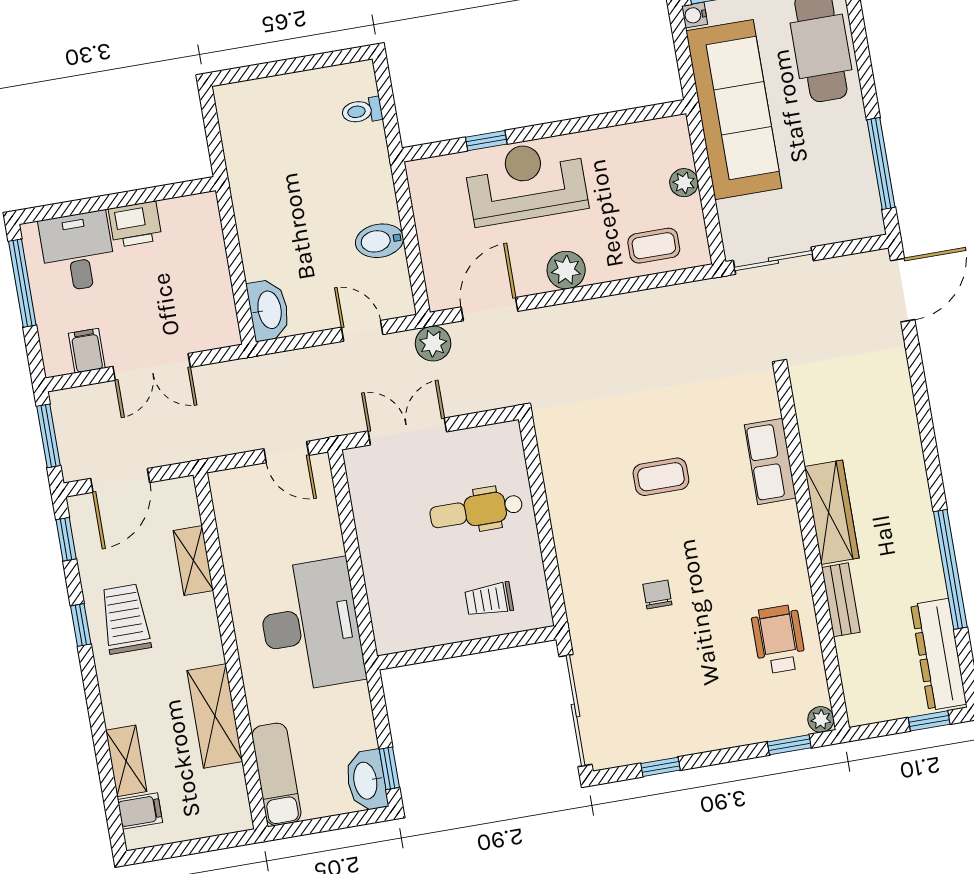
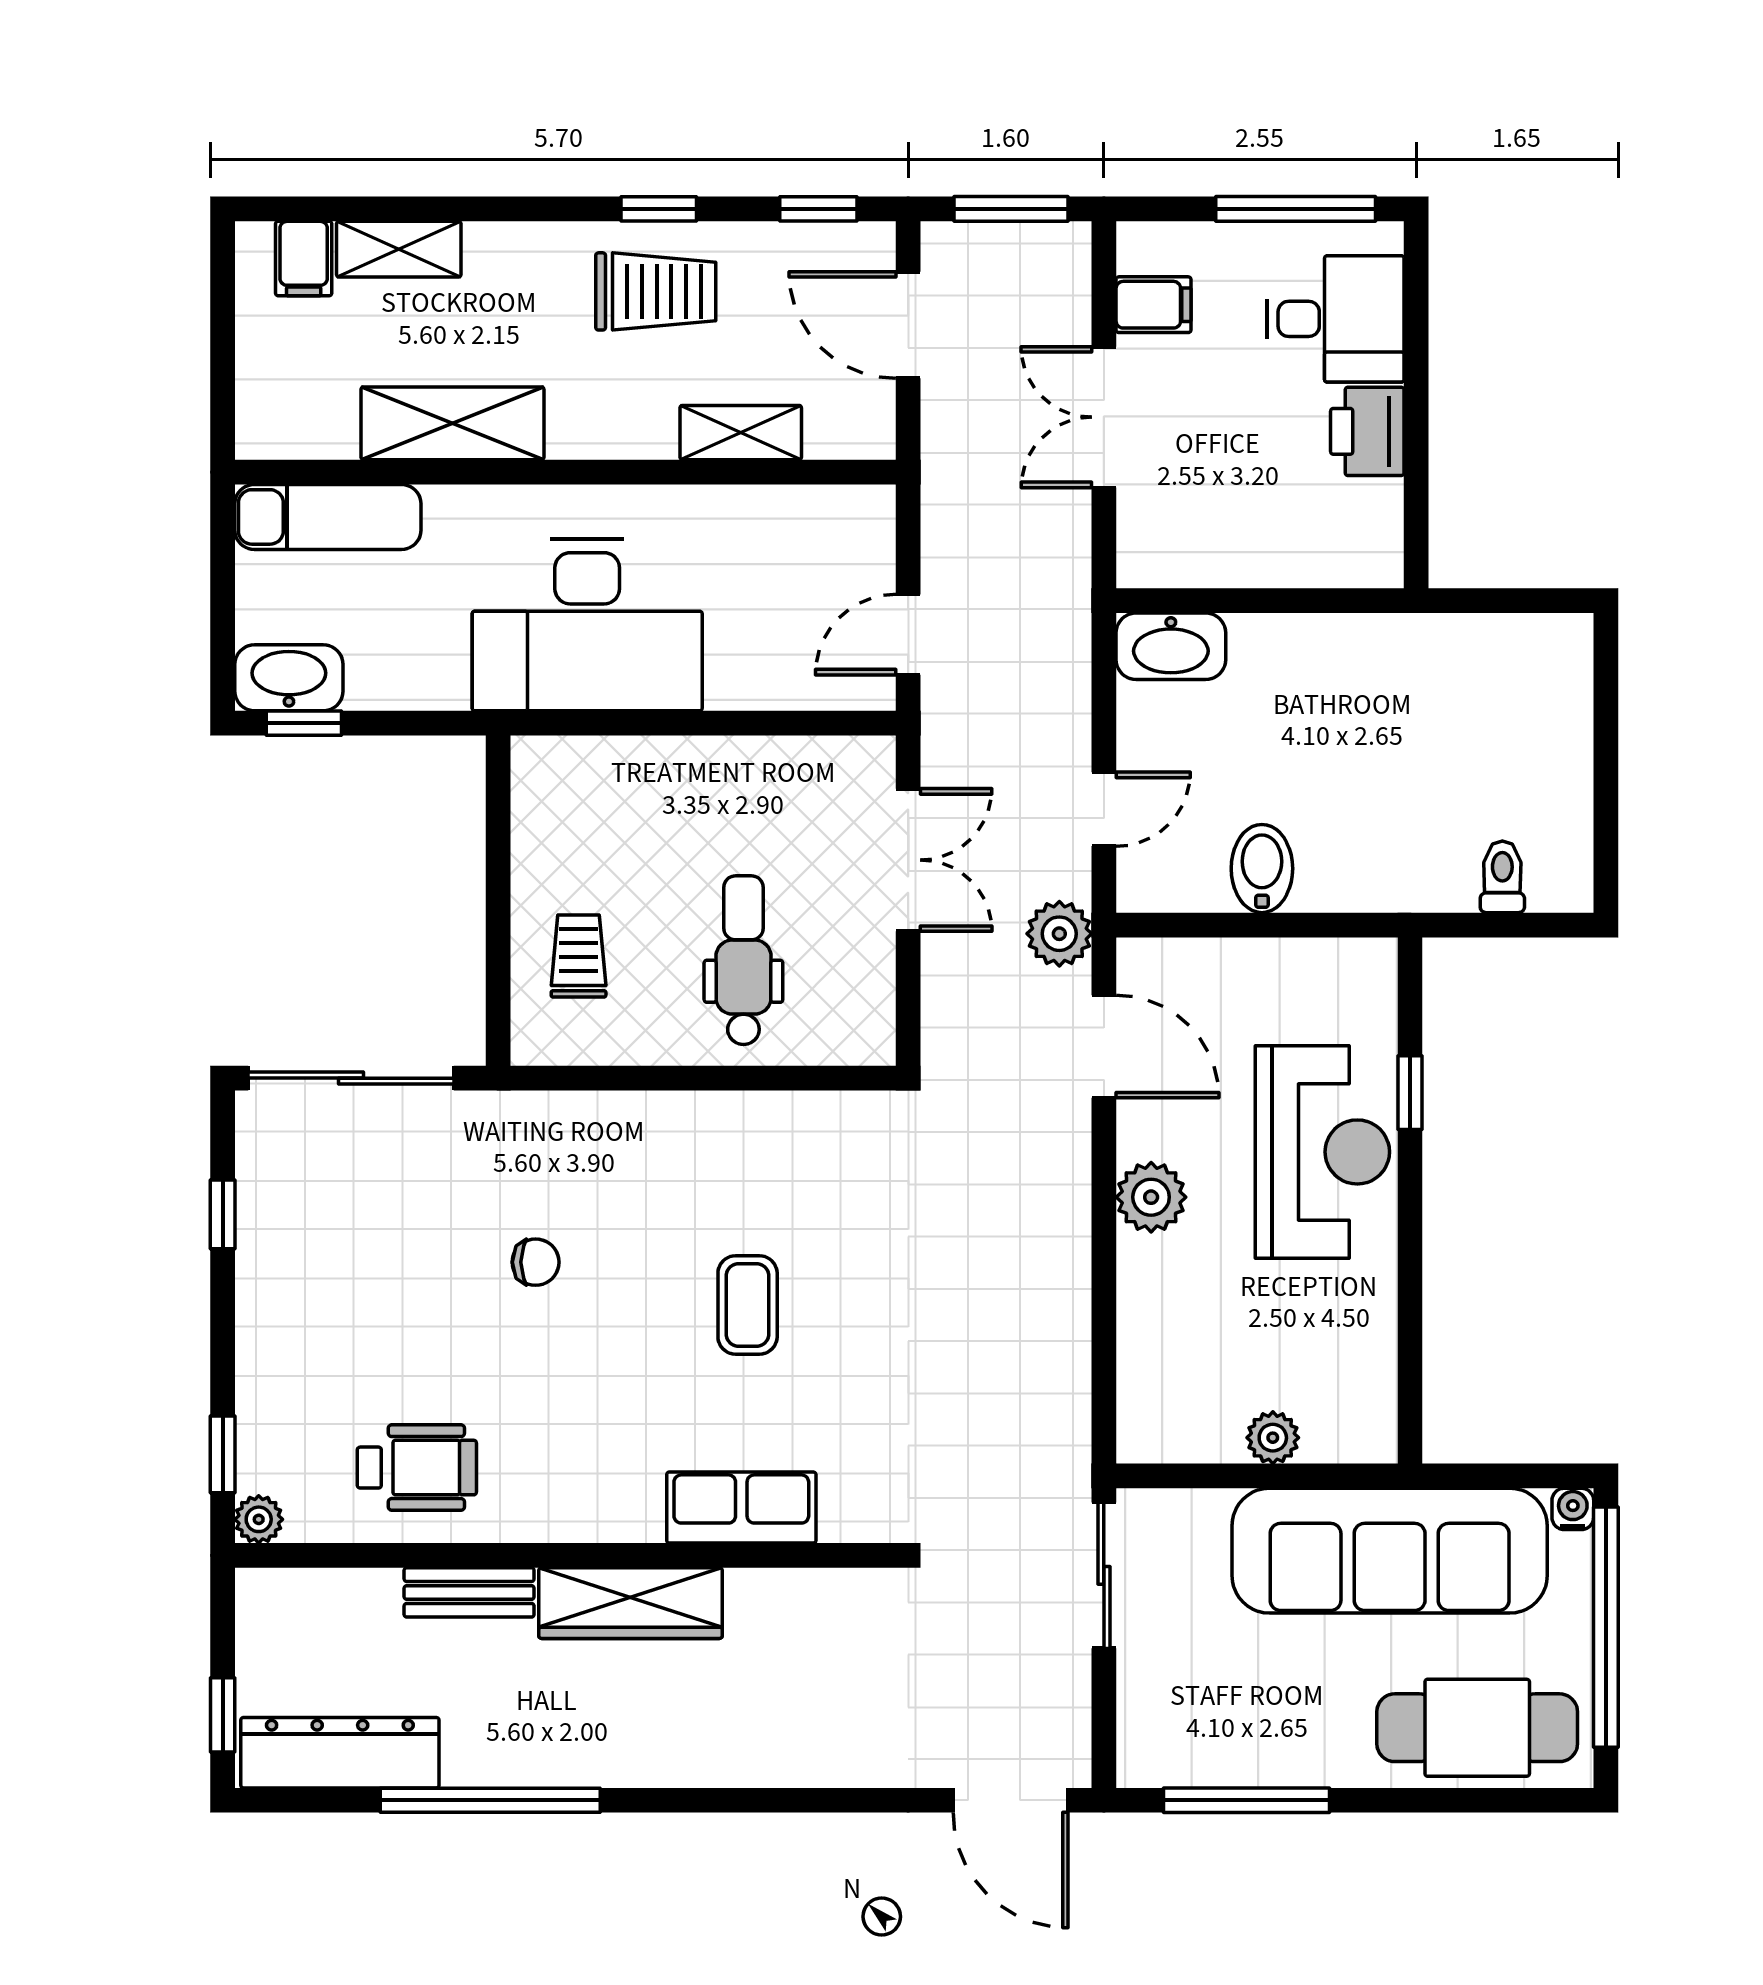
coffee table: (654, 246) -> (1168, 1364), removed

